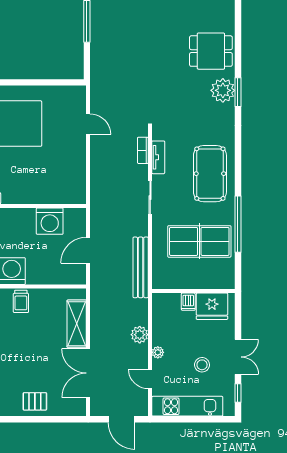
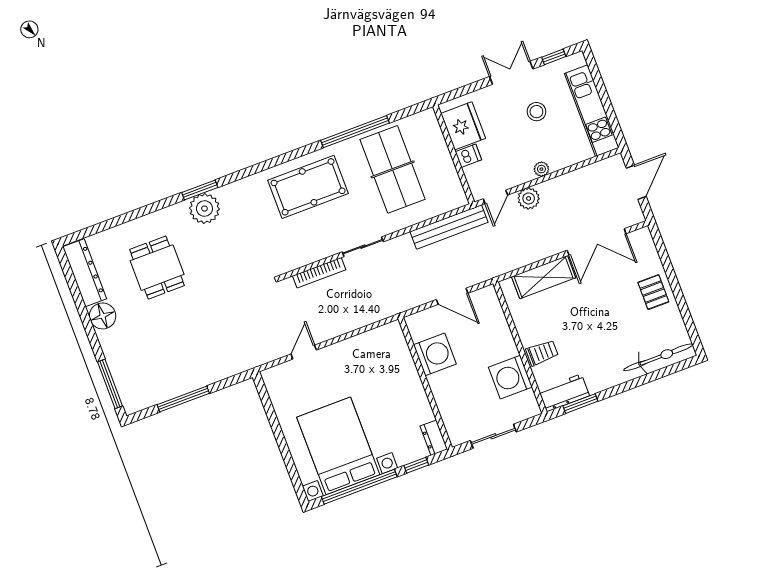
dining table: (211, 51) -> (157, 268), moved
bookcase: (143, 150) -> (319, 273), width x1.56
tv unit: (158, 157) -> (312, 255), removed
door: (150, 379) -> (495, 197), moved

